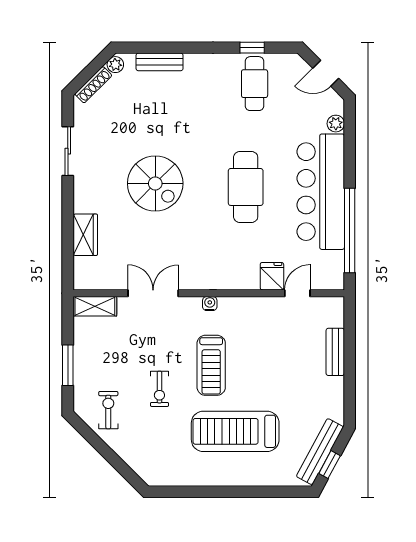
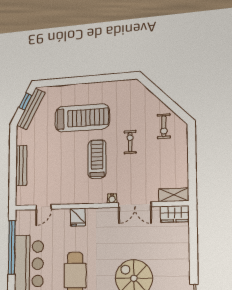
wardrobe: (85, 235) -> (175, 214), moved, turned -90
fridge: (272, 276) -> (78, 217), moved
water cooler: (210, 304) -> (112, 198), moved
bench: (335, 352) -> (21, 166), width x1.36
window: (68, 365) -> (192, 154), removed

